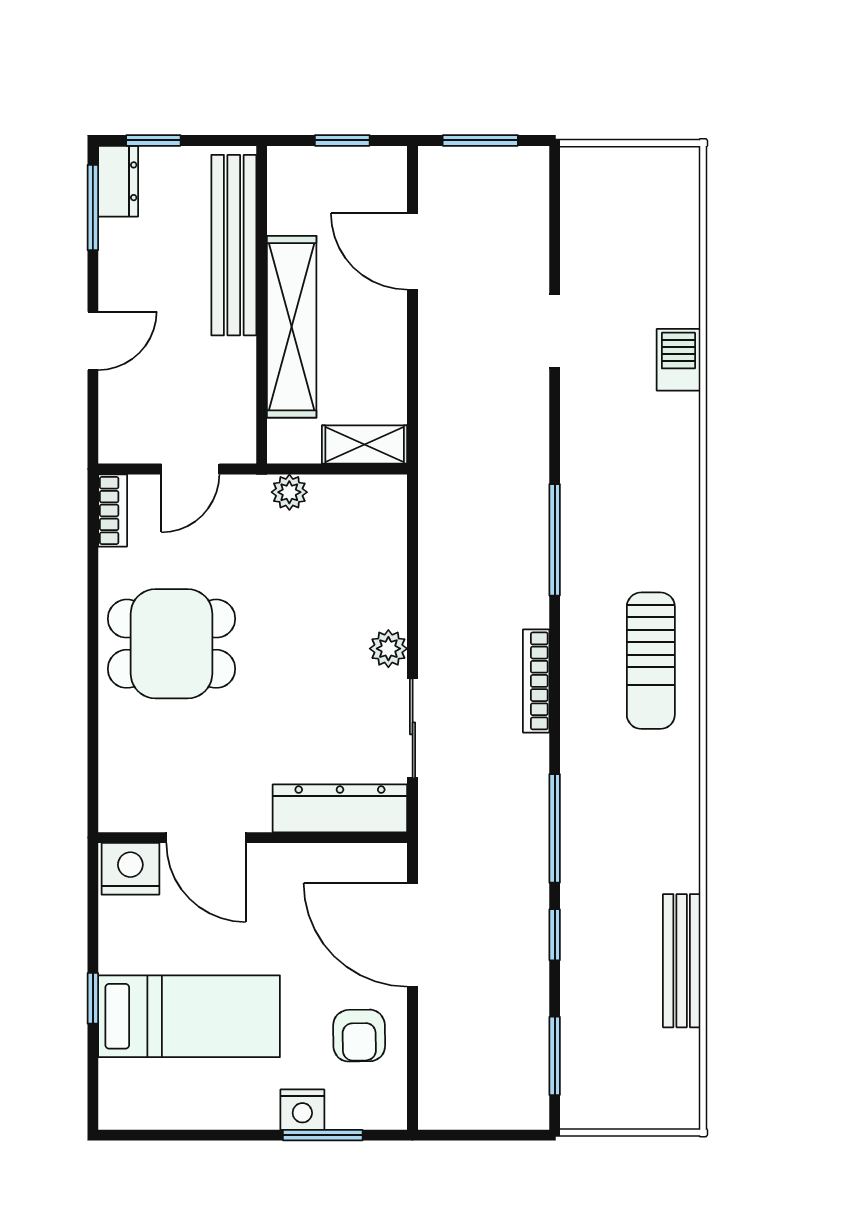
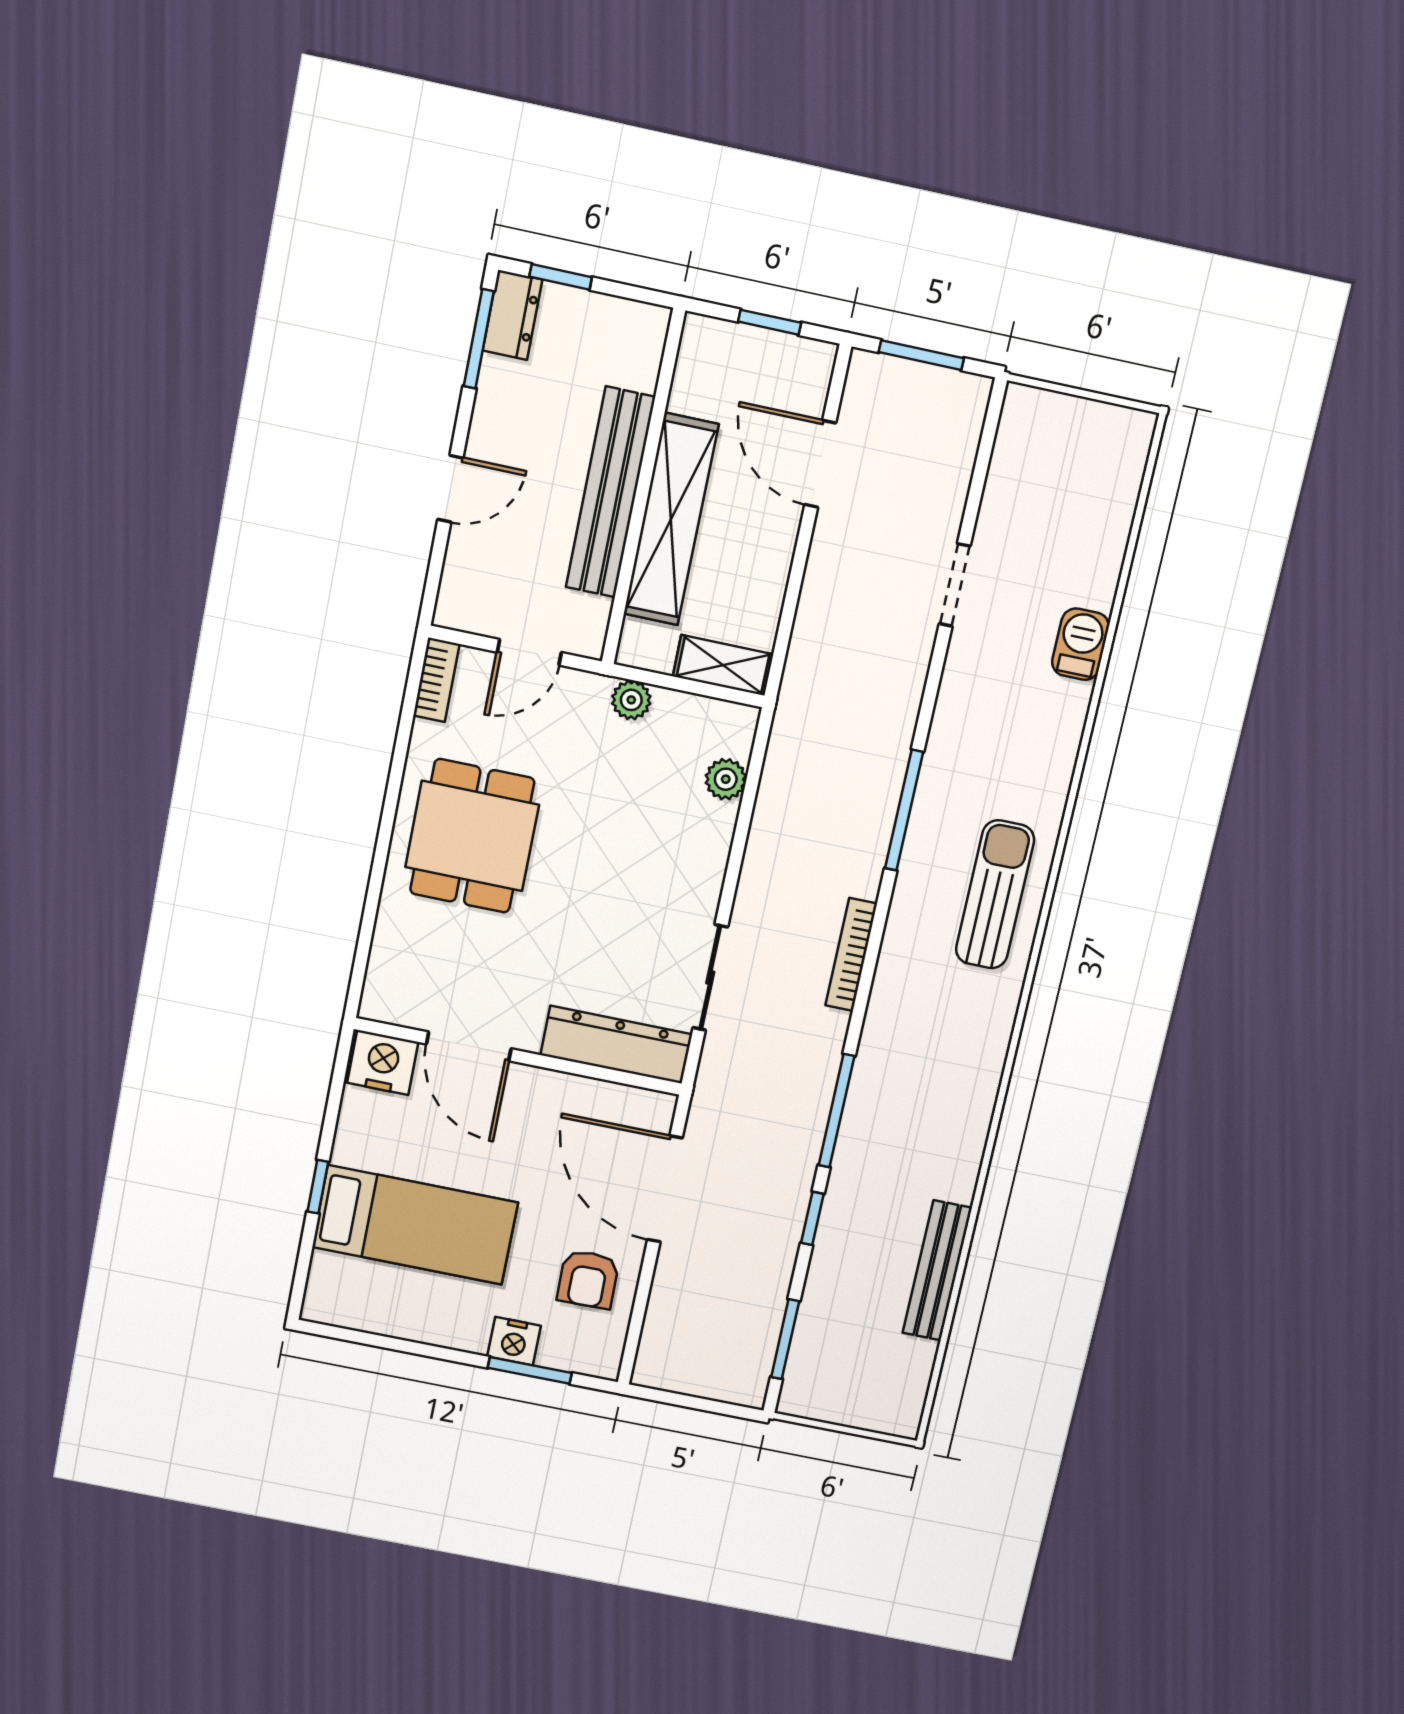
bench: (234, 245) -> (610, 492), moved
dining table: (171, 644) -> (472, 836), turned 90
plant: (388, 649) -> (726, 779), moved
sun lounger: (651, 661) -> (995, 895), moved, turned 180

